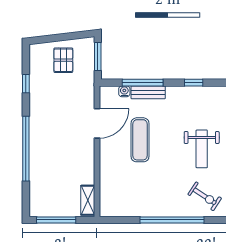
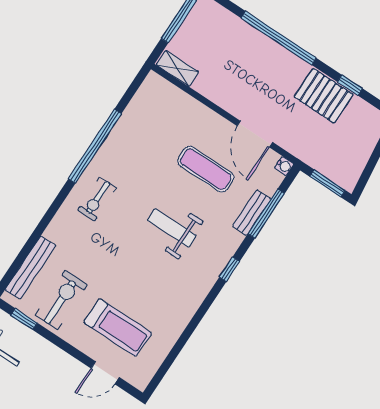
pallet: (63, 60) -> (324, 96), moved, width x1.50, depth x1.42
water cooler: (124, 91) -> (284, 166), moved
weight bench: (202, 149) -> (172, 228), moved
exercise bike: (205, 196) -> (97, 199), turned -33

